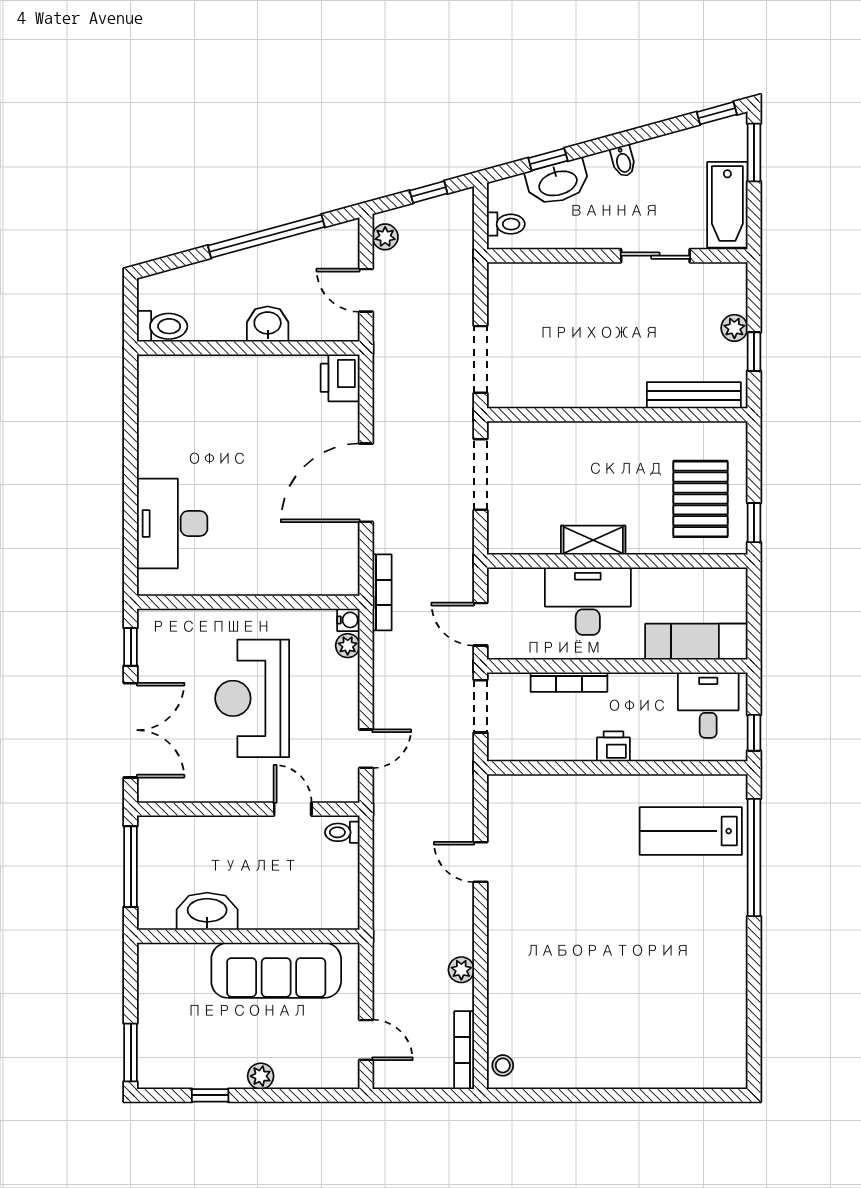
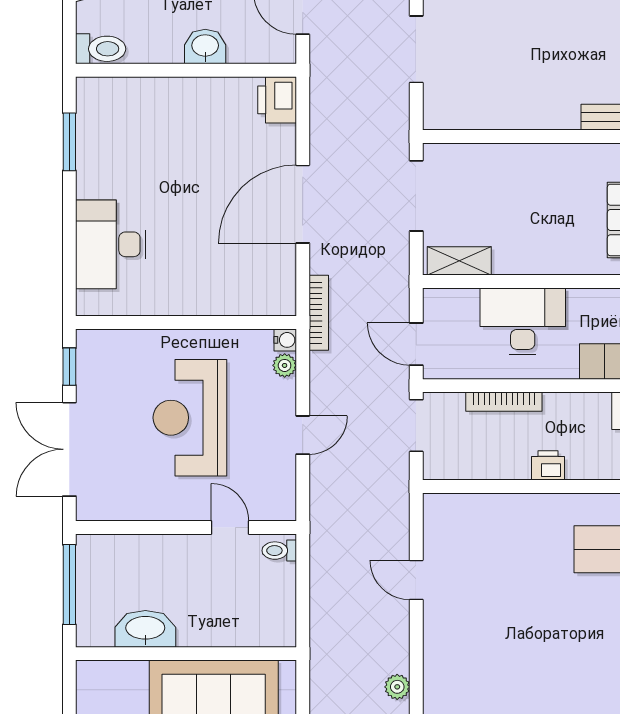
doorway: (480, 359) -> (416, 49), moved
window: (131, 420) -> (69, 142), added
shelving: (593, 540) -> (459, 261), moved
double door: (131, 730) -> (69, 449), swing flipped
door: (366, 749) -> (303, 435), moved

